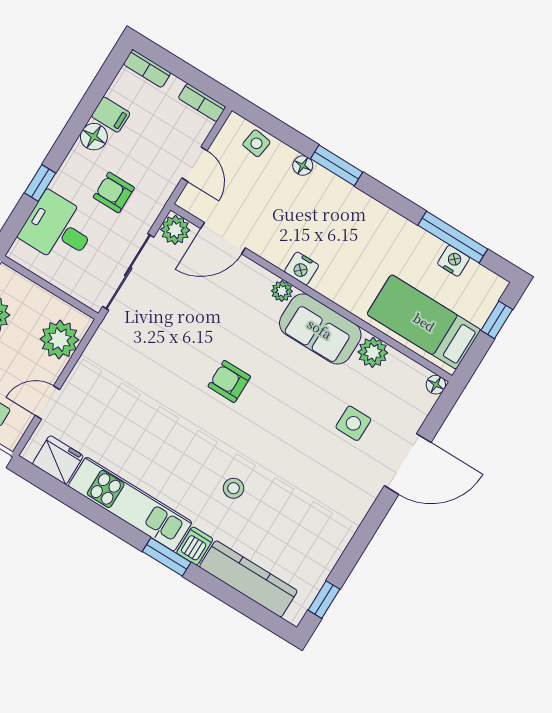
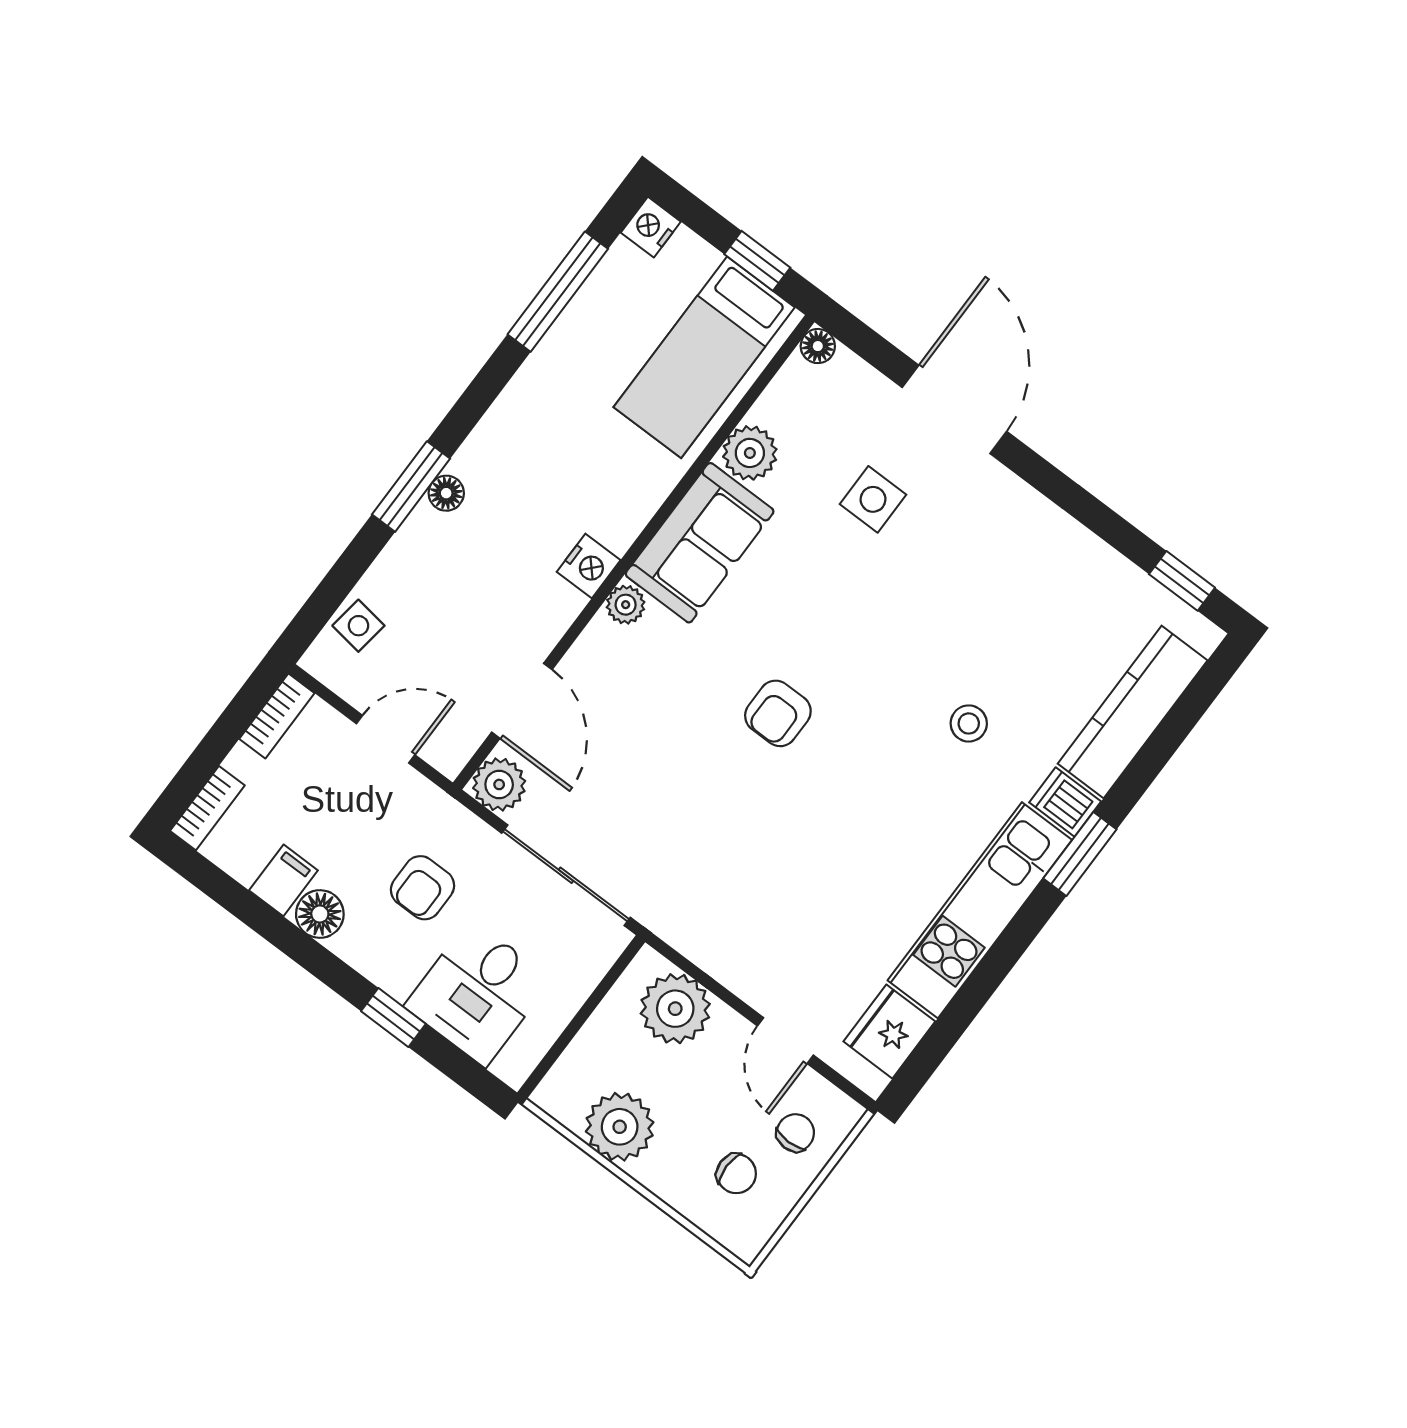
floor lamp: (303, 166) -> (446, 493), moved
nightstand: (454, 261) -> (651, 227), moved
window: (497, 320) -> (757, 261), moved

